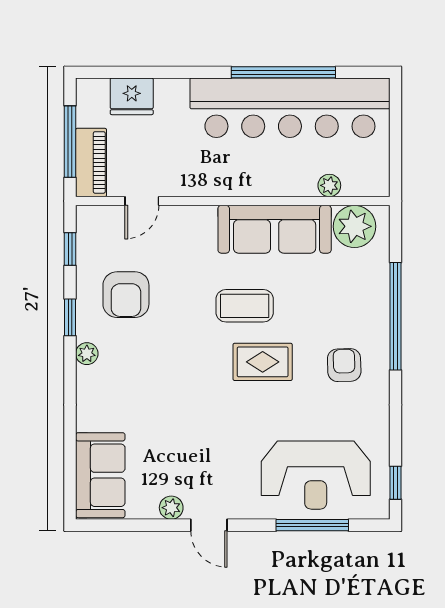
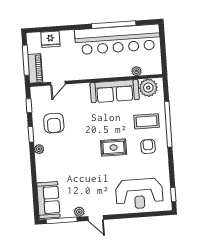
coffee table: (245, 306) -> (147, 121), moved
window: (312, 525) -> (62, 220), moved

